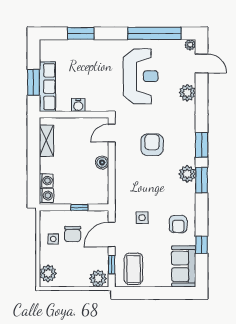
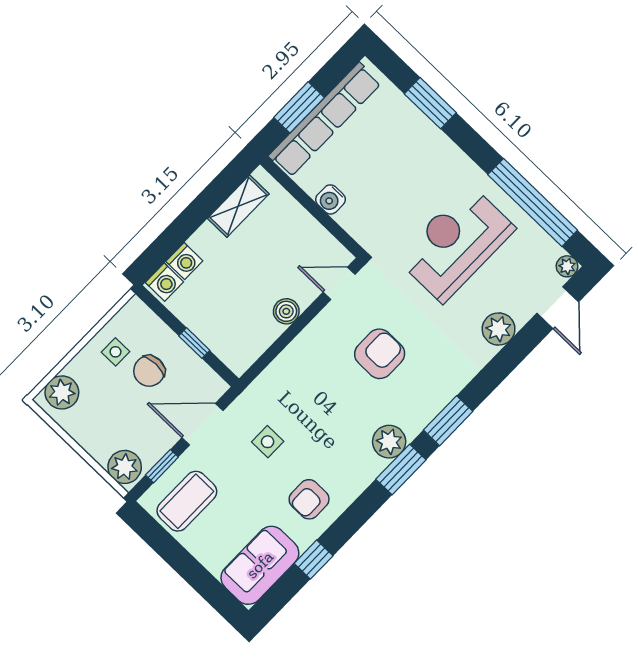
reception desk: (141, 76) -> (456, 243), turned 180
row of seats: (47, 87) -> (325, 120), width x1.36

